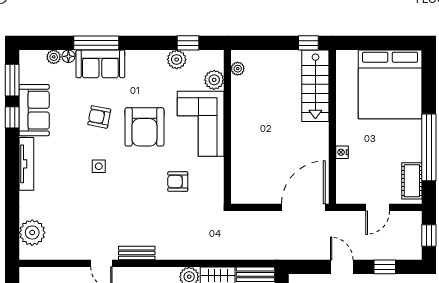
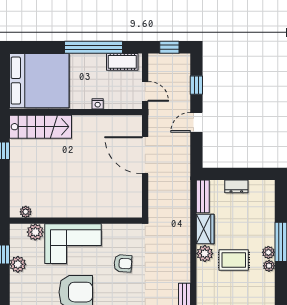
stairs: (315, 86) -> (40, 127), moved
wall: (332, 127) -> (76, 112), moved
nightstand: (342, 152) -> (98, 104), moved
armchair: (178, 182) -> (123, 263), turned -86

